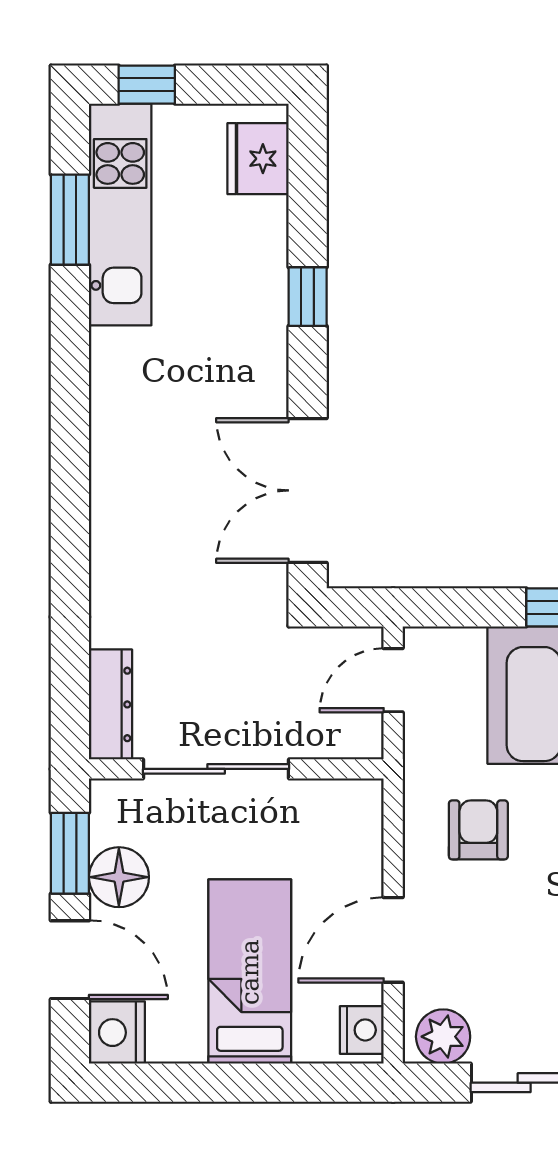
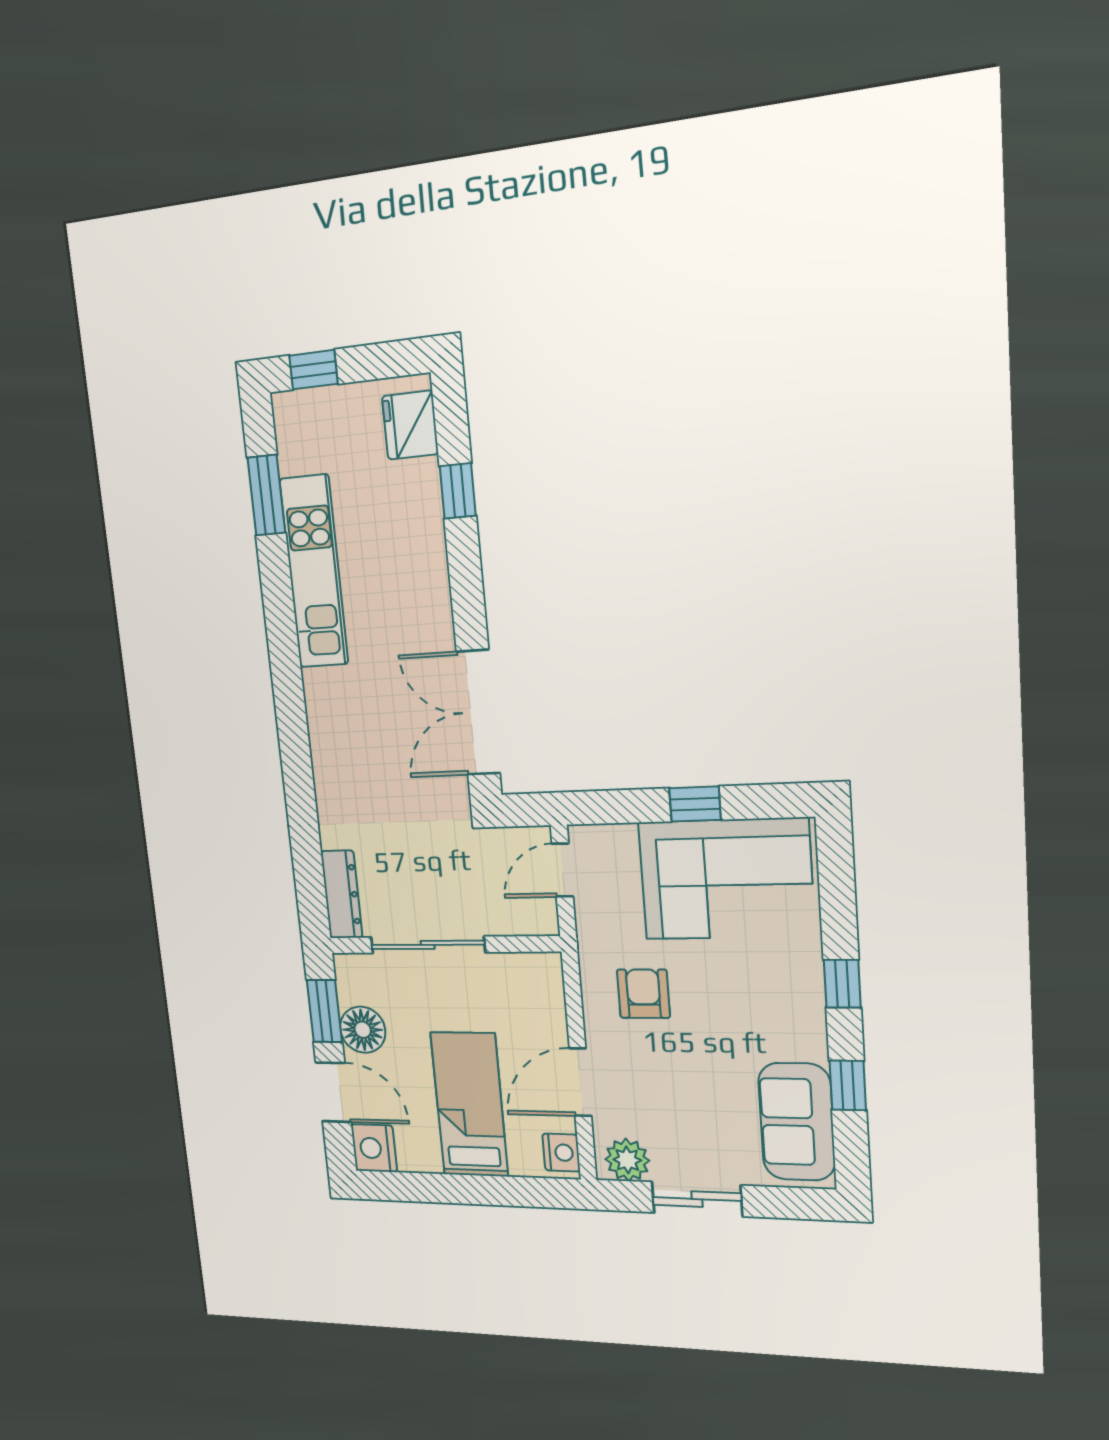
kitchen unit: (120, 214) -> (314, 572), moved
window: (308, 297) -> (458, 491), moved

